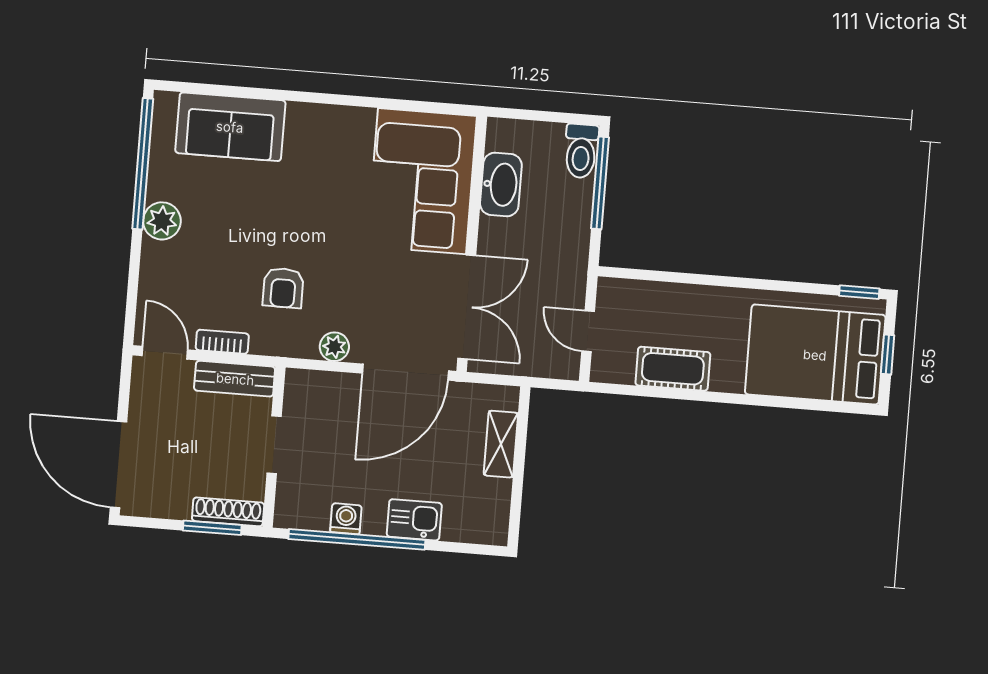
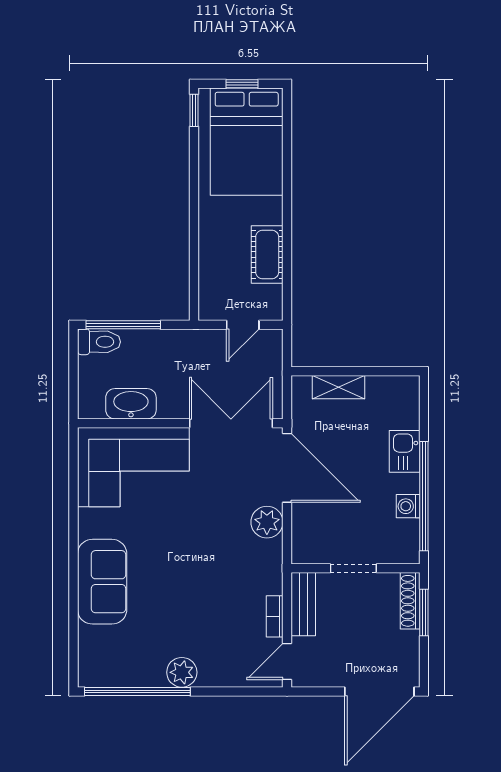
sofa: (230, 127) -> (102, 582), moved
armchair: (283, 288) -> (228, 571), removed
plant: (334, 347) -> (267, 522), width x1.38, depth x1.38

